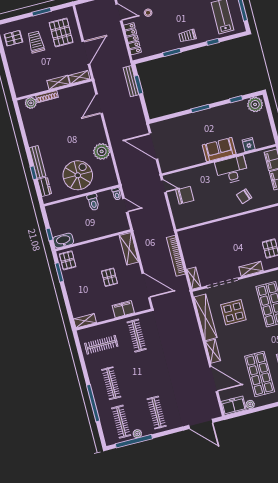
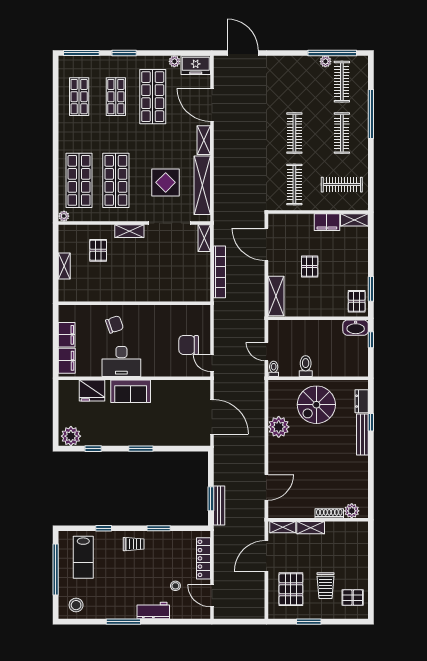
fridge: (249, 145) -> (92, 390), width x1.88, depth x1.34
filing cabinet: (123, 309) -> (327, 222), moved
clothes rail: (157, 413) -> (294, 133), moved

